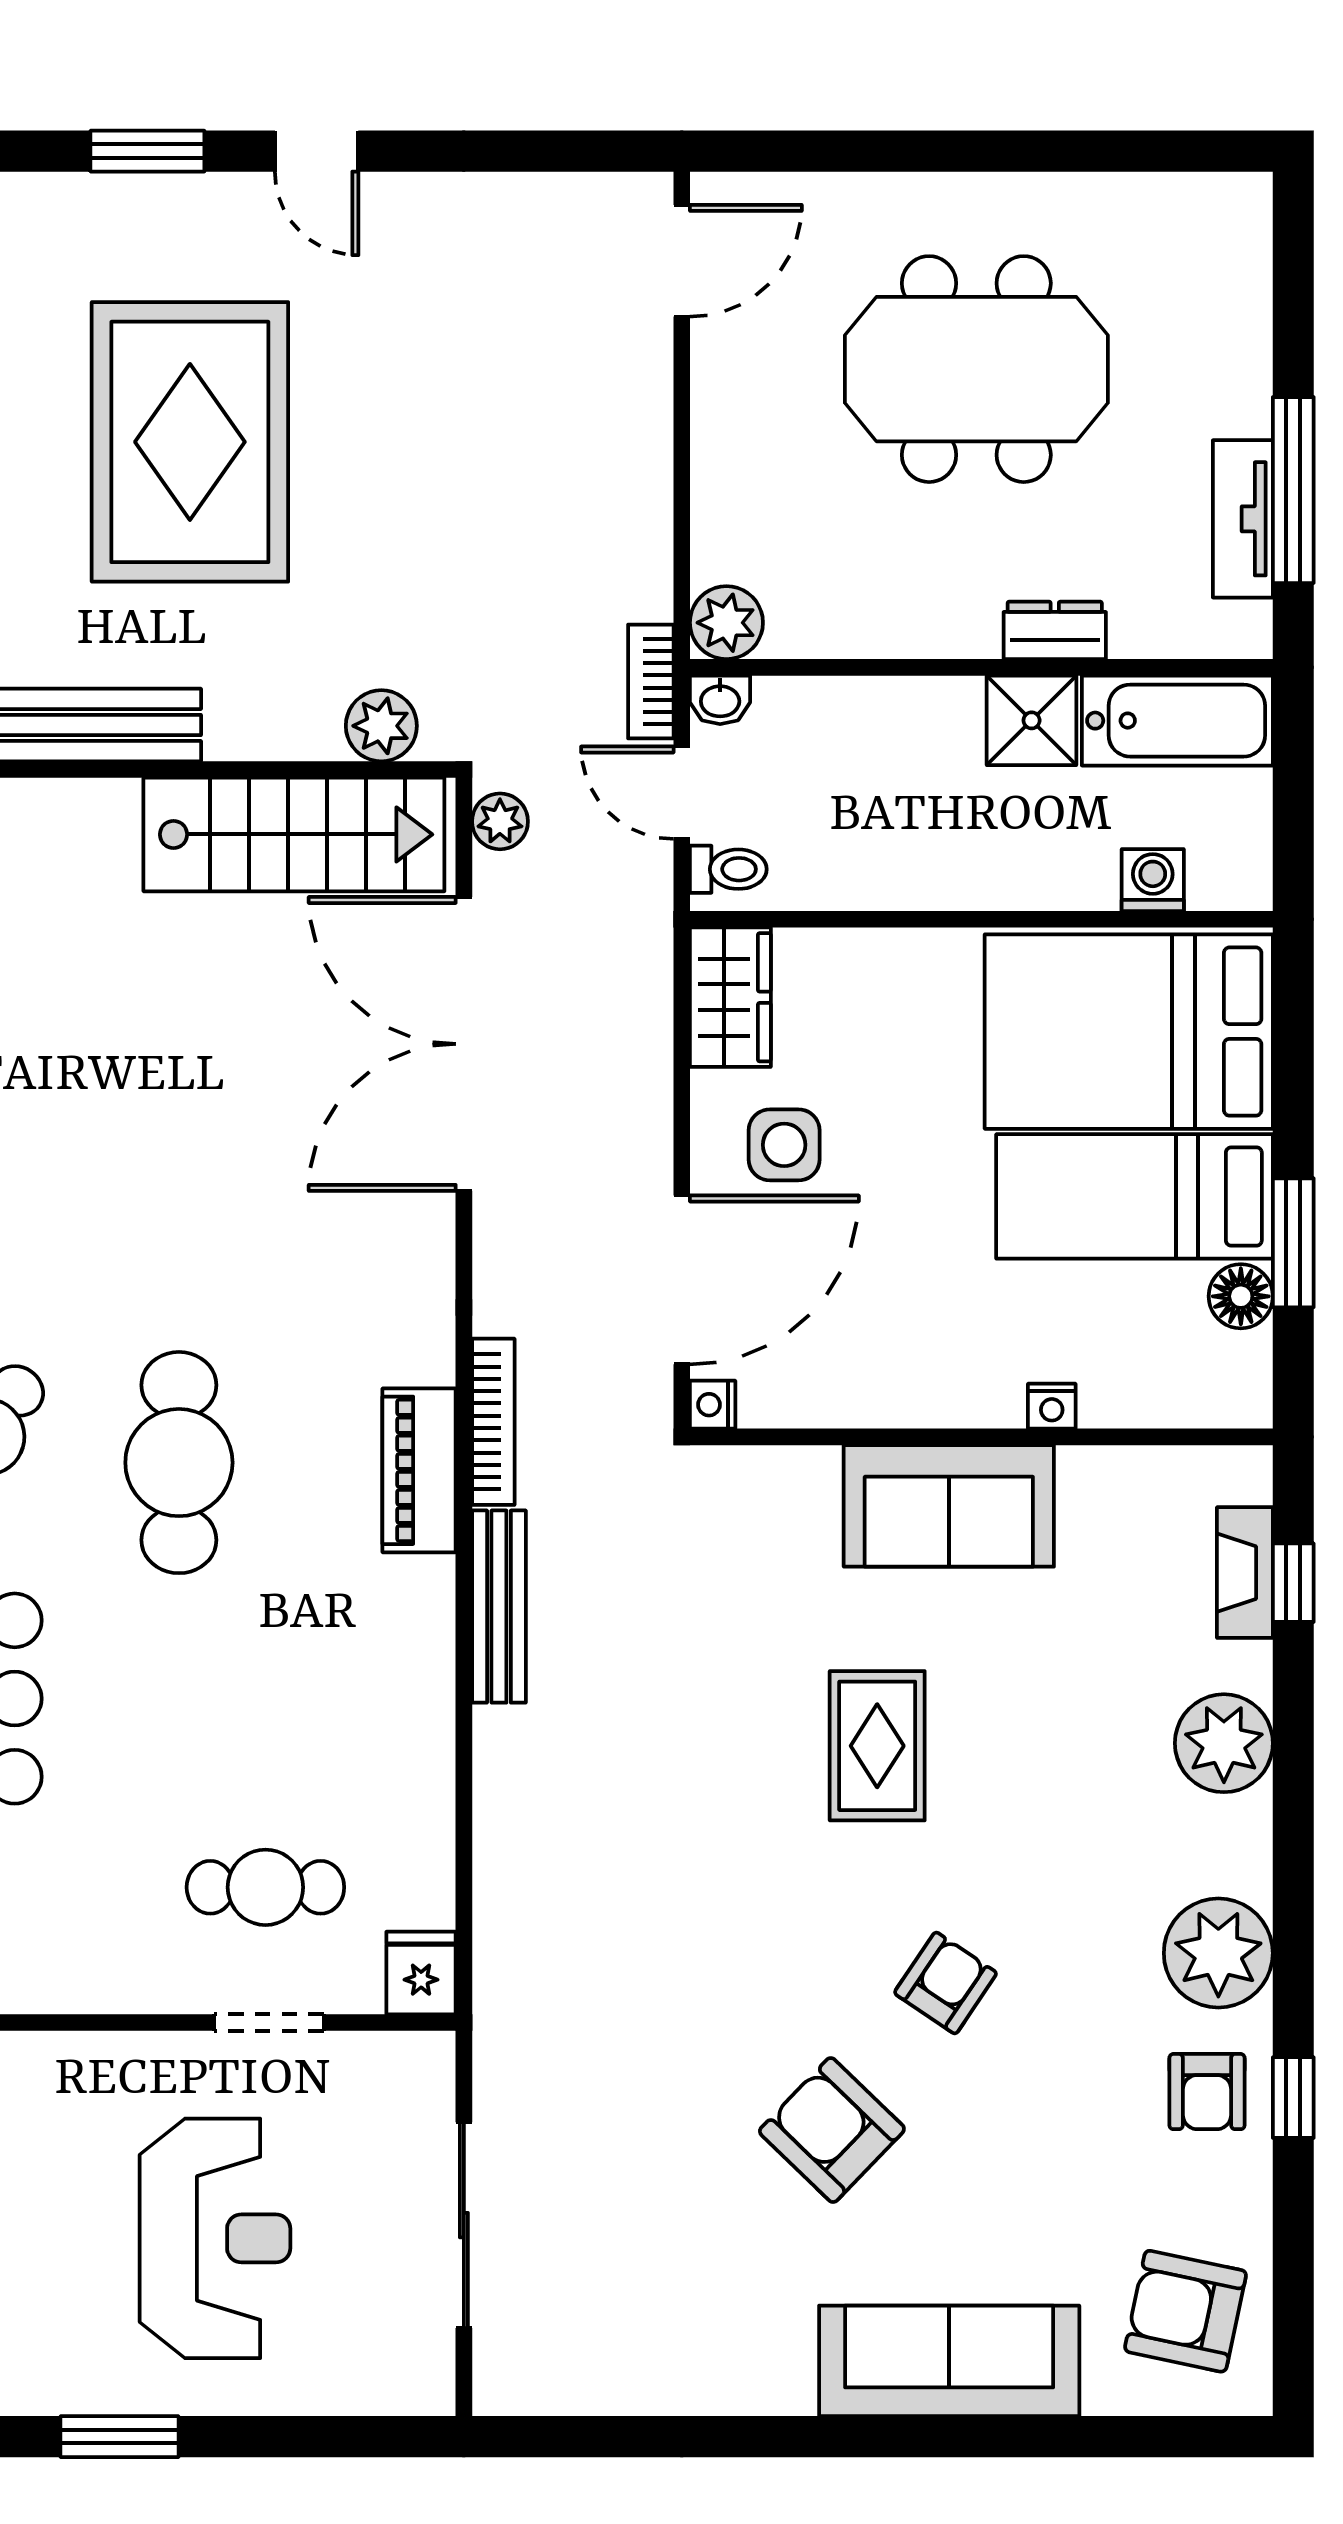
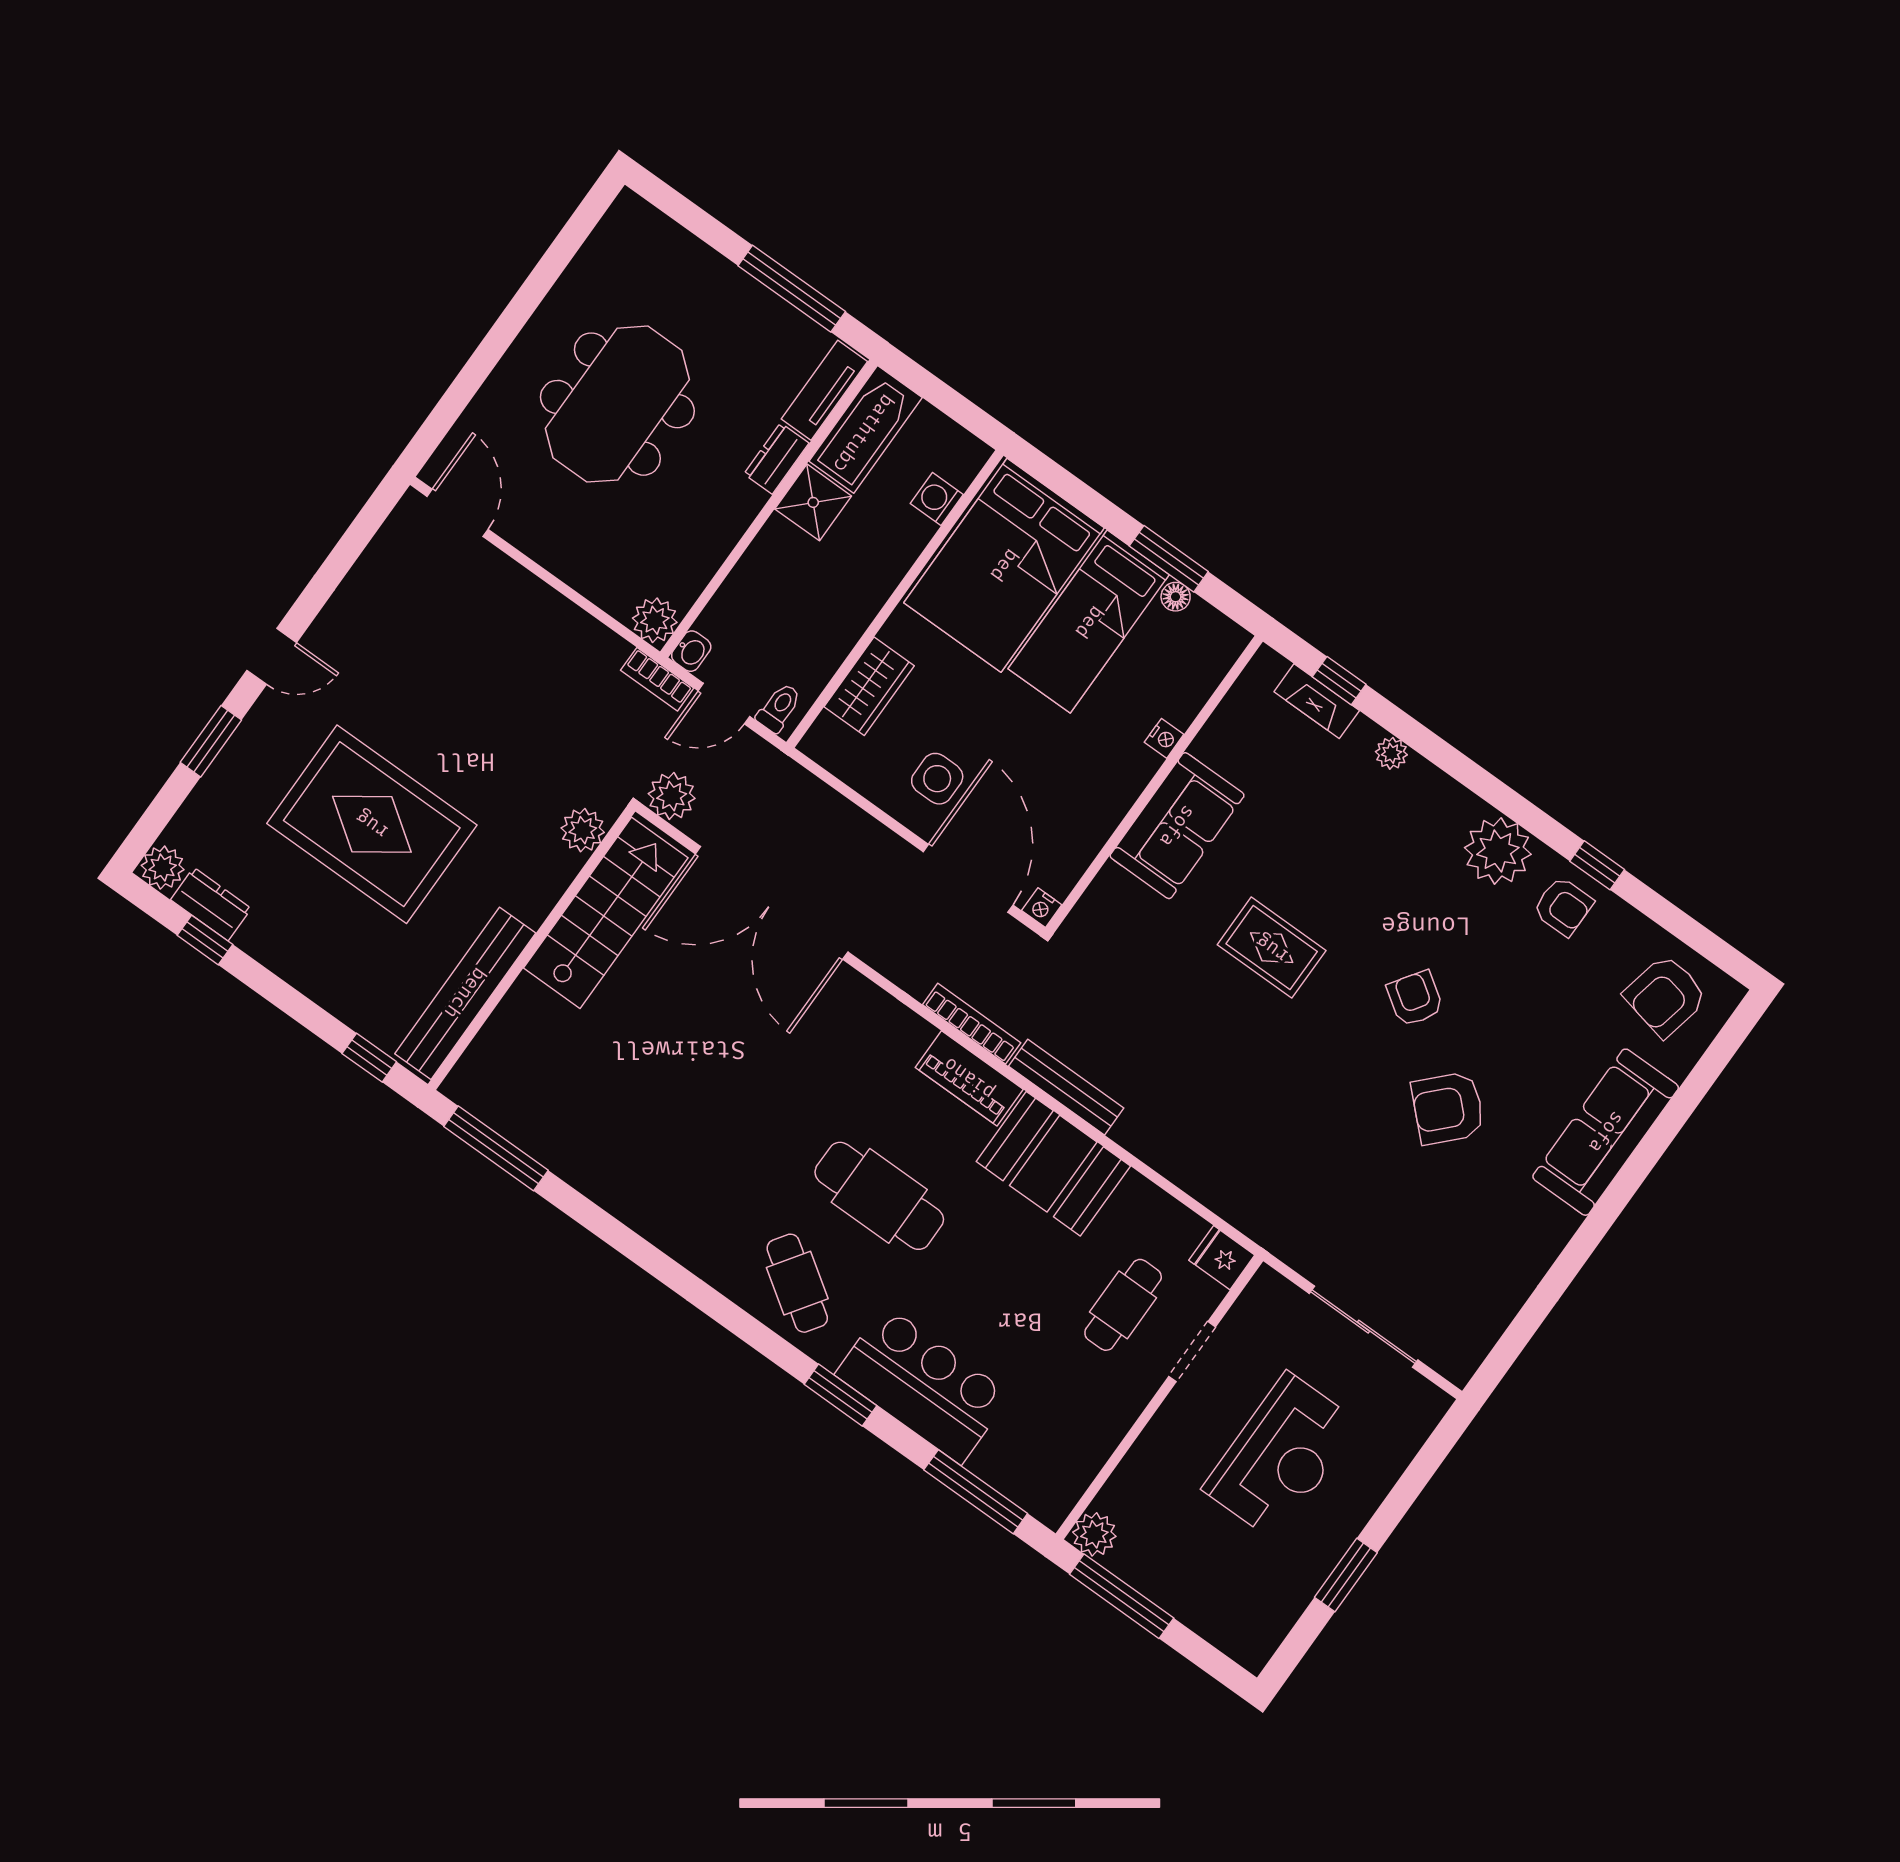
tv unit: (1243, 519) -> (824, 390), moved, turned 90
plant: (500, 821) -> (672, 796), width x1.38, depth x1.38
wardrobe: (730, 997) -> (869, 686), moved, turned 90
floor lamp: (1241, 1296) -> (1176, 597), width x0.73, depth x0.73
booth: (386, 1662) -> (1053, 1164), added
plant: (1224, 1743) -> (1391, 753), width x0.53, depth x0.53
reception desk: (215, 2238) -> (1281, 1456), turned 90

